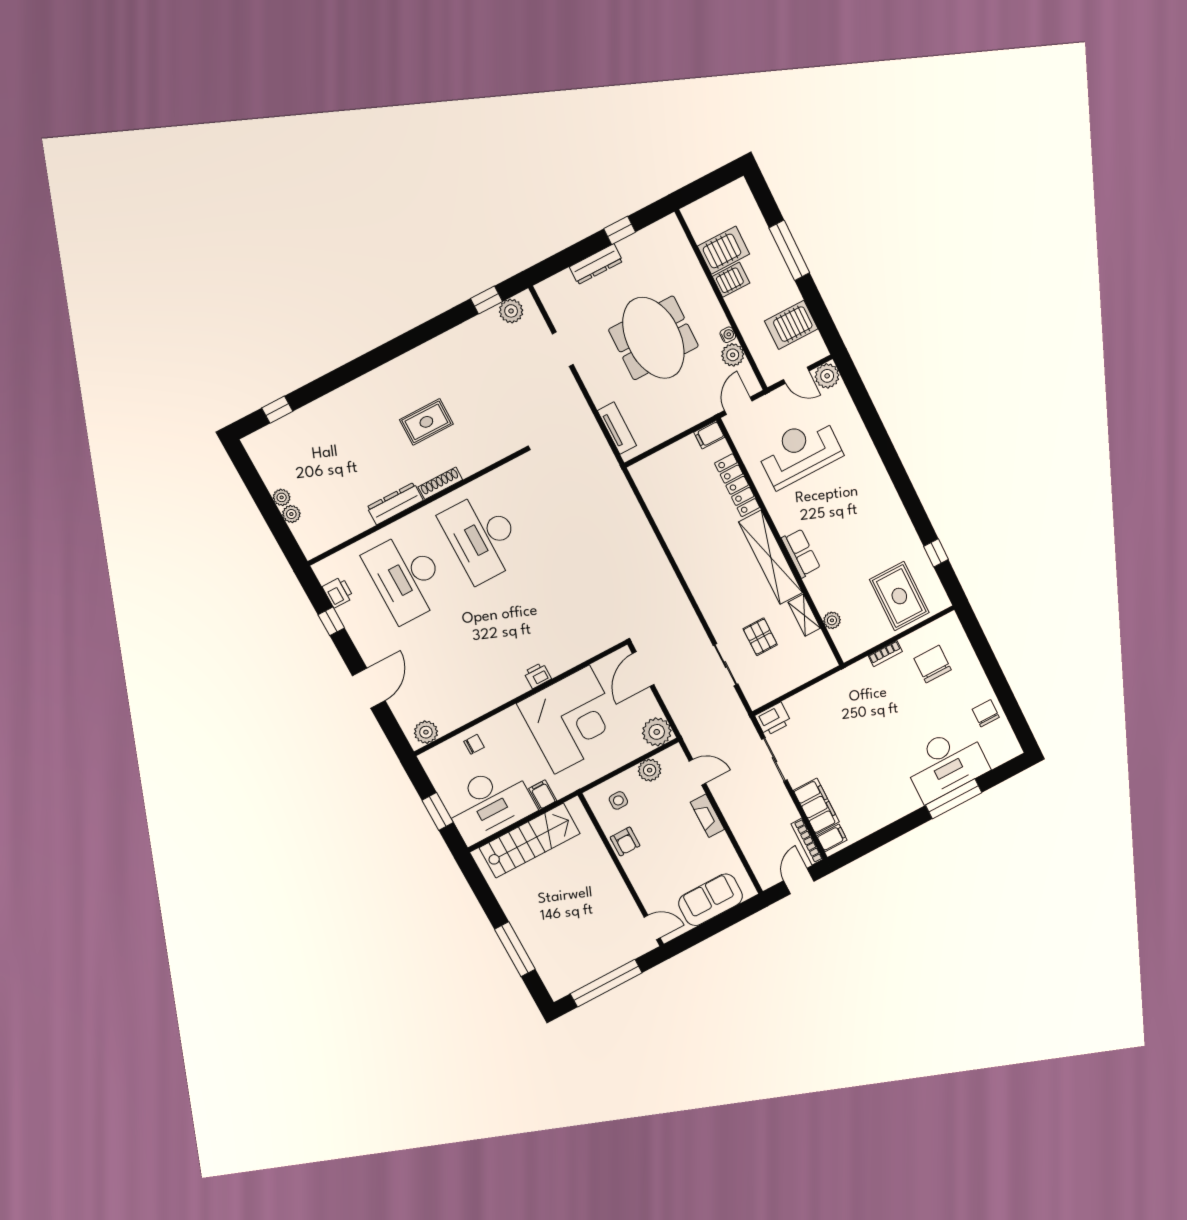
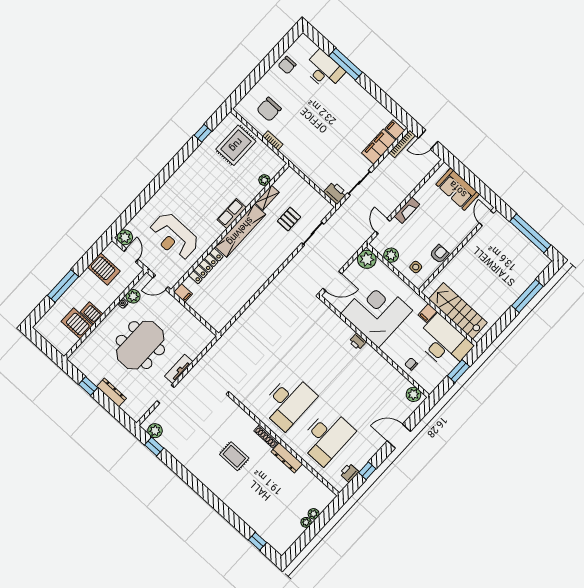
tv unit: (617, 428) -> (179, 369), moved
desk: (946, 763) -> (324, 70), width x0.73, depth x0.77

